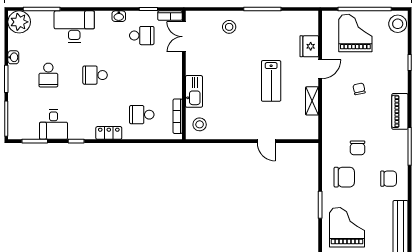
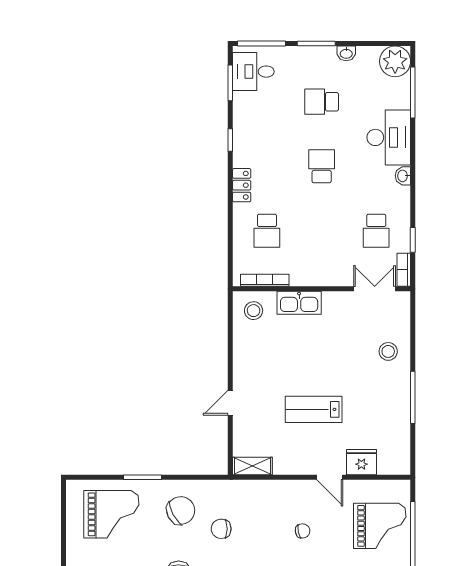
washbasin: (119, 16) -> (403, 176), moved
shelving: (312, 101) -> (252, 466), moved
school desk: (142, 115) -> (267, 231), turned 180
desk: (54, 124) -> (253, 72), moved
chair: (344, 177) -> (181, 510), turned -118

